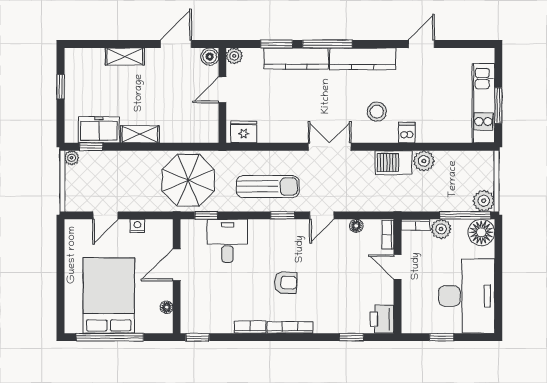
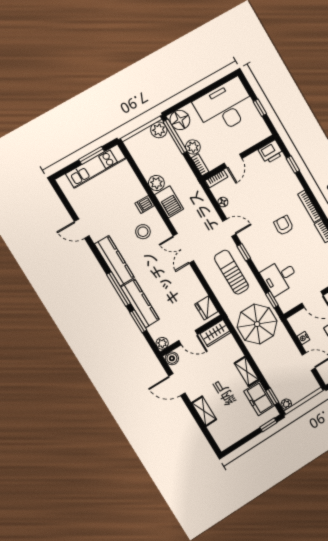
window: (61, 87) -> (268, 425), moved
wardrobe: (208, 125) -> (215, 333), added

